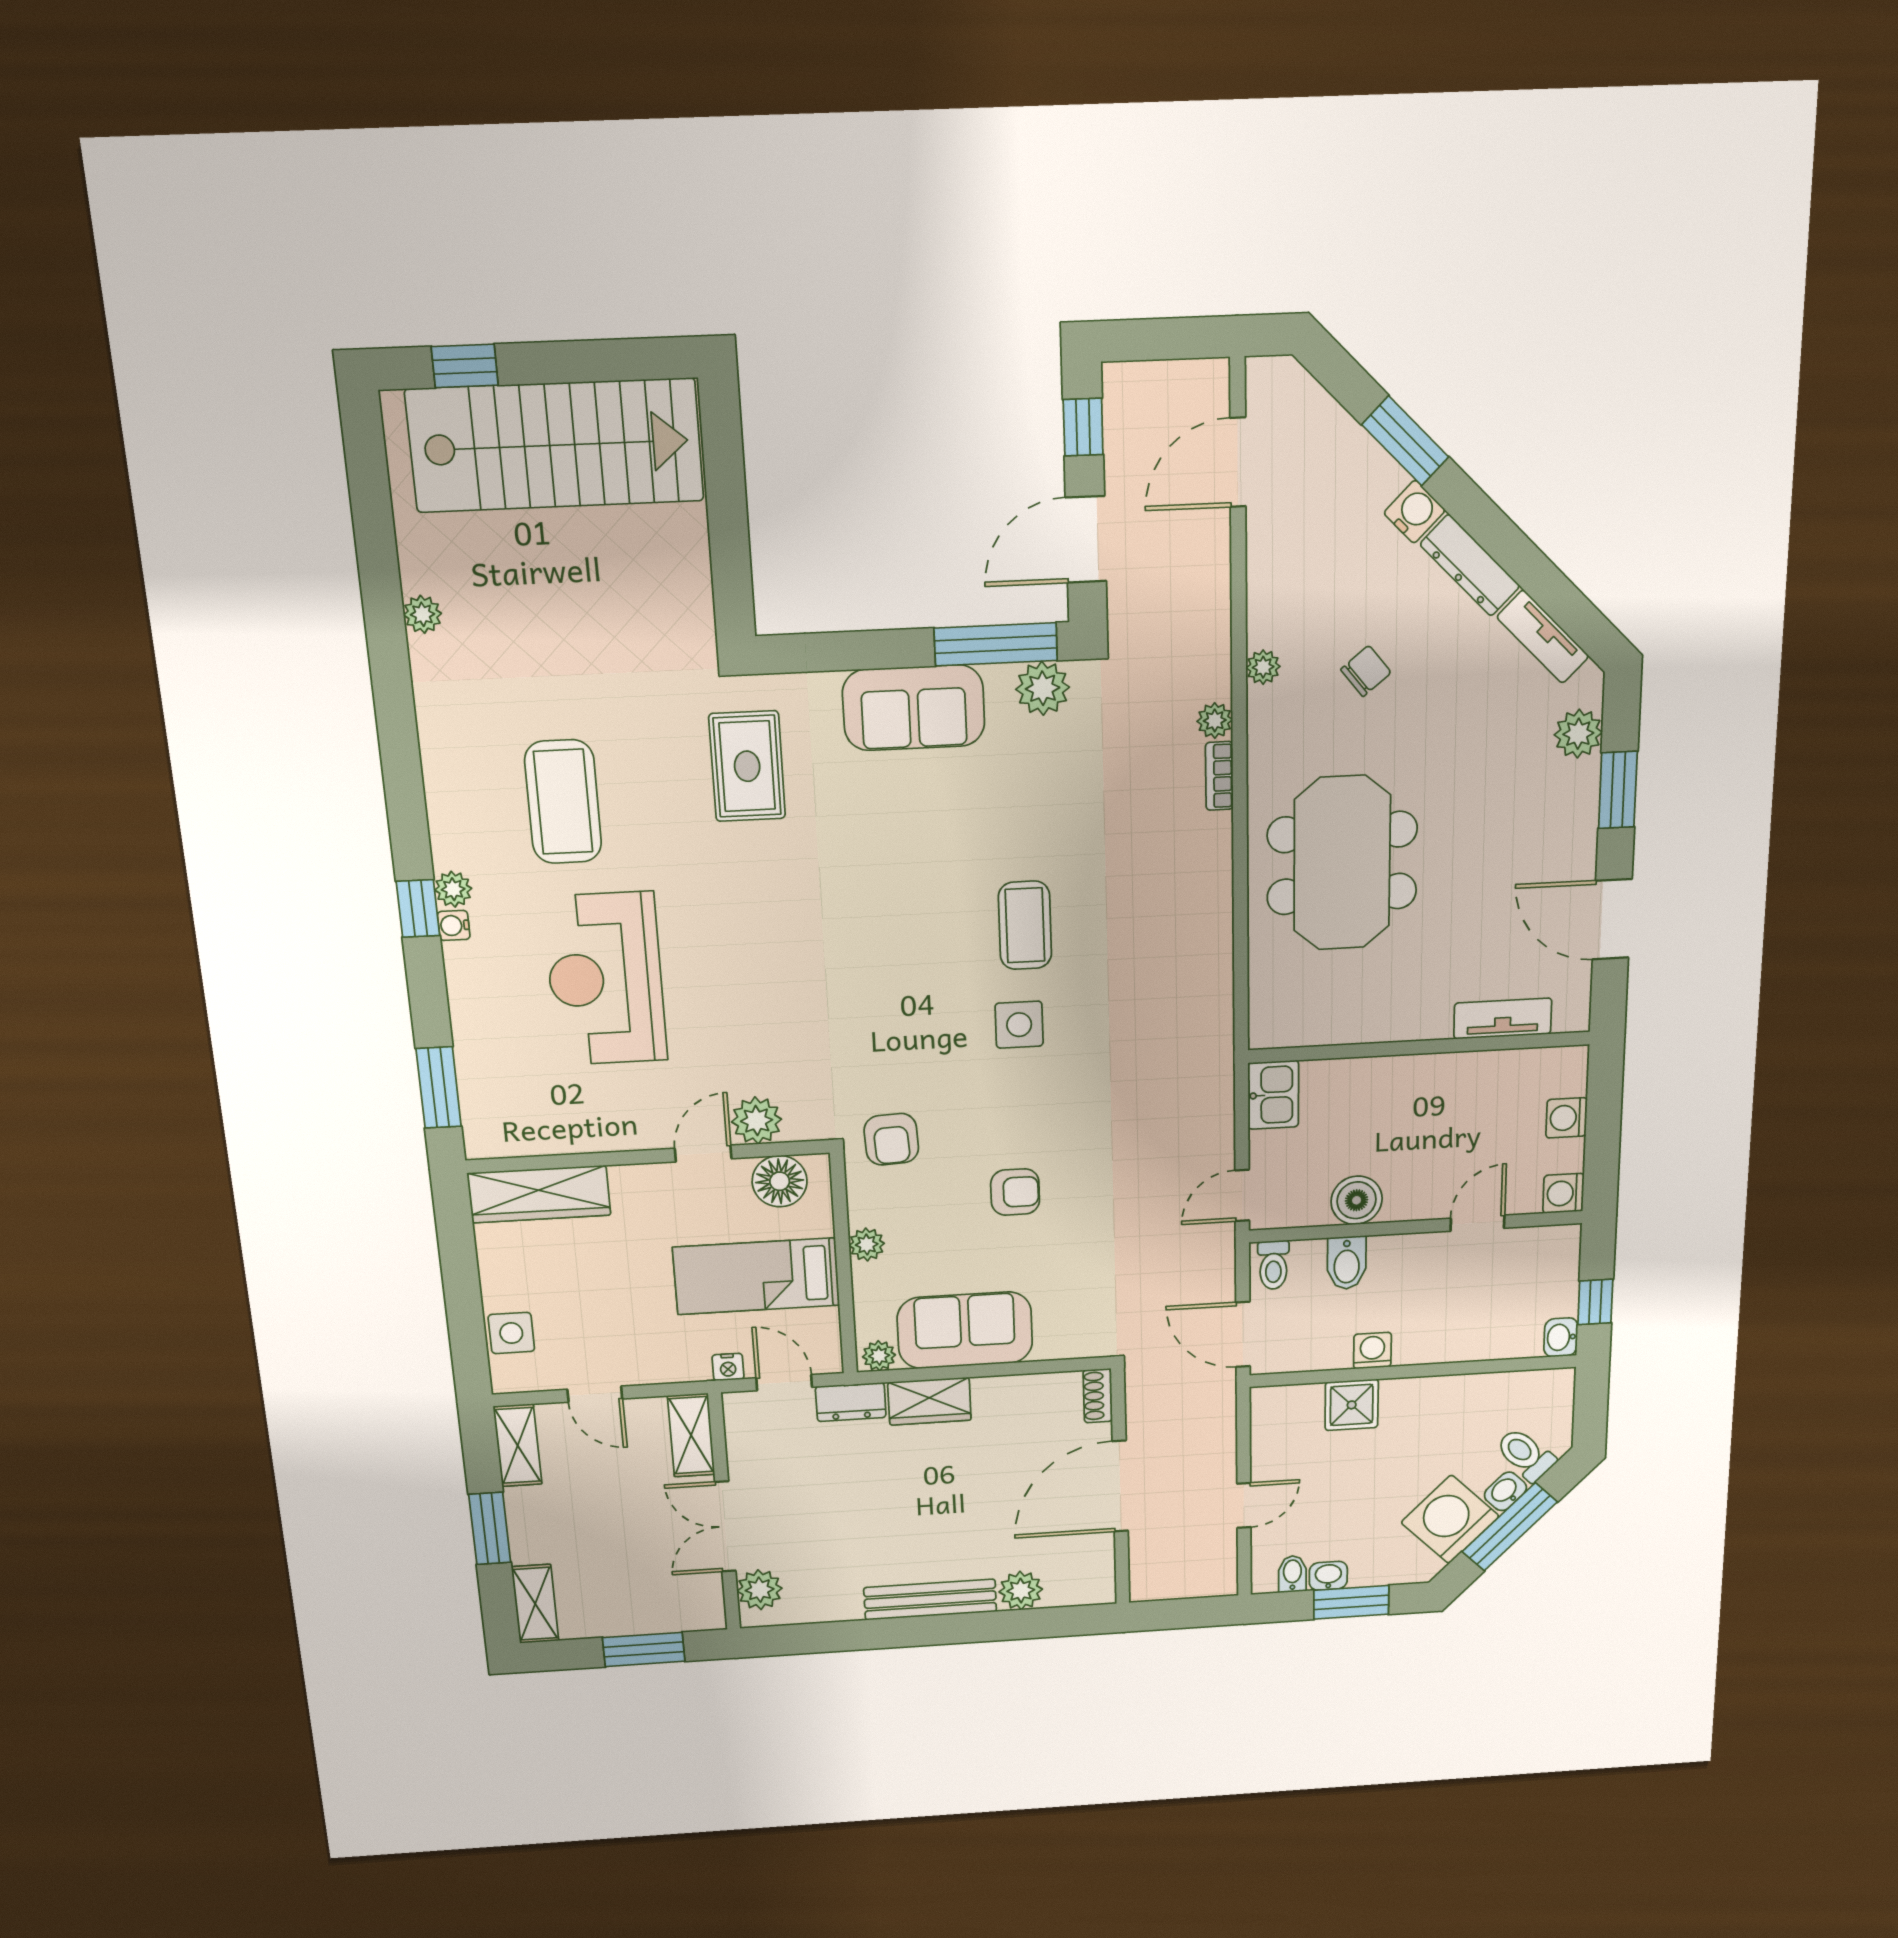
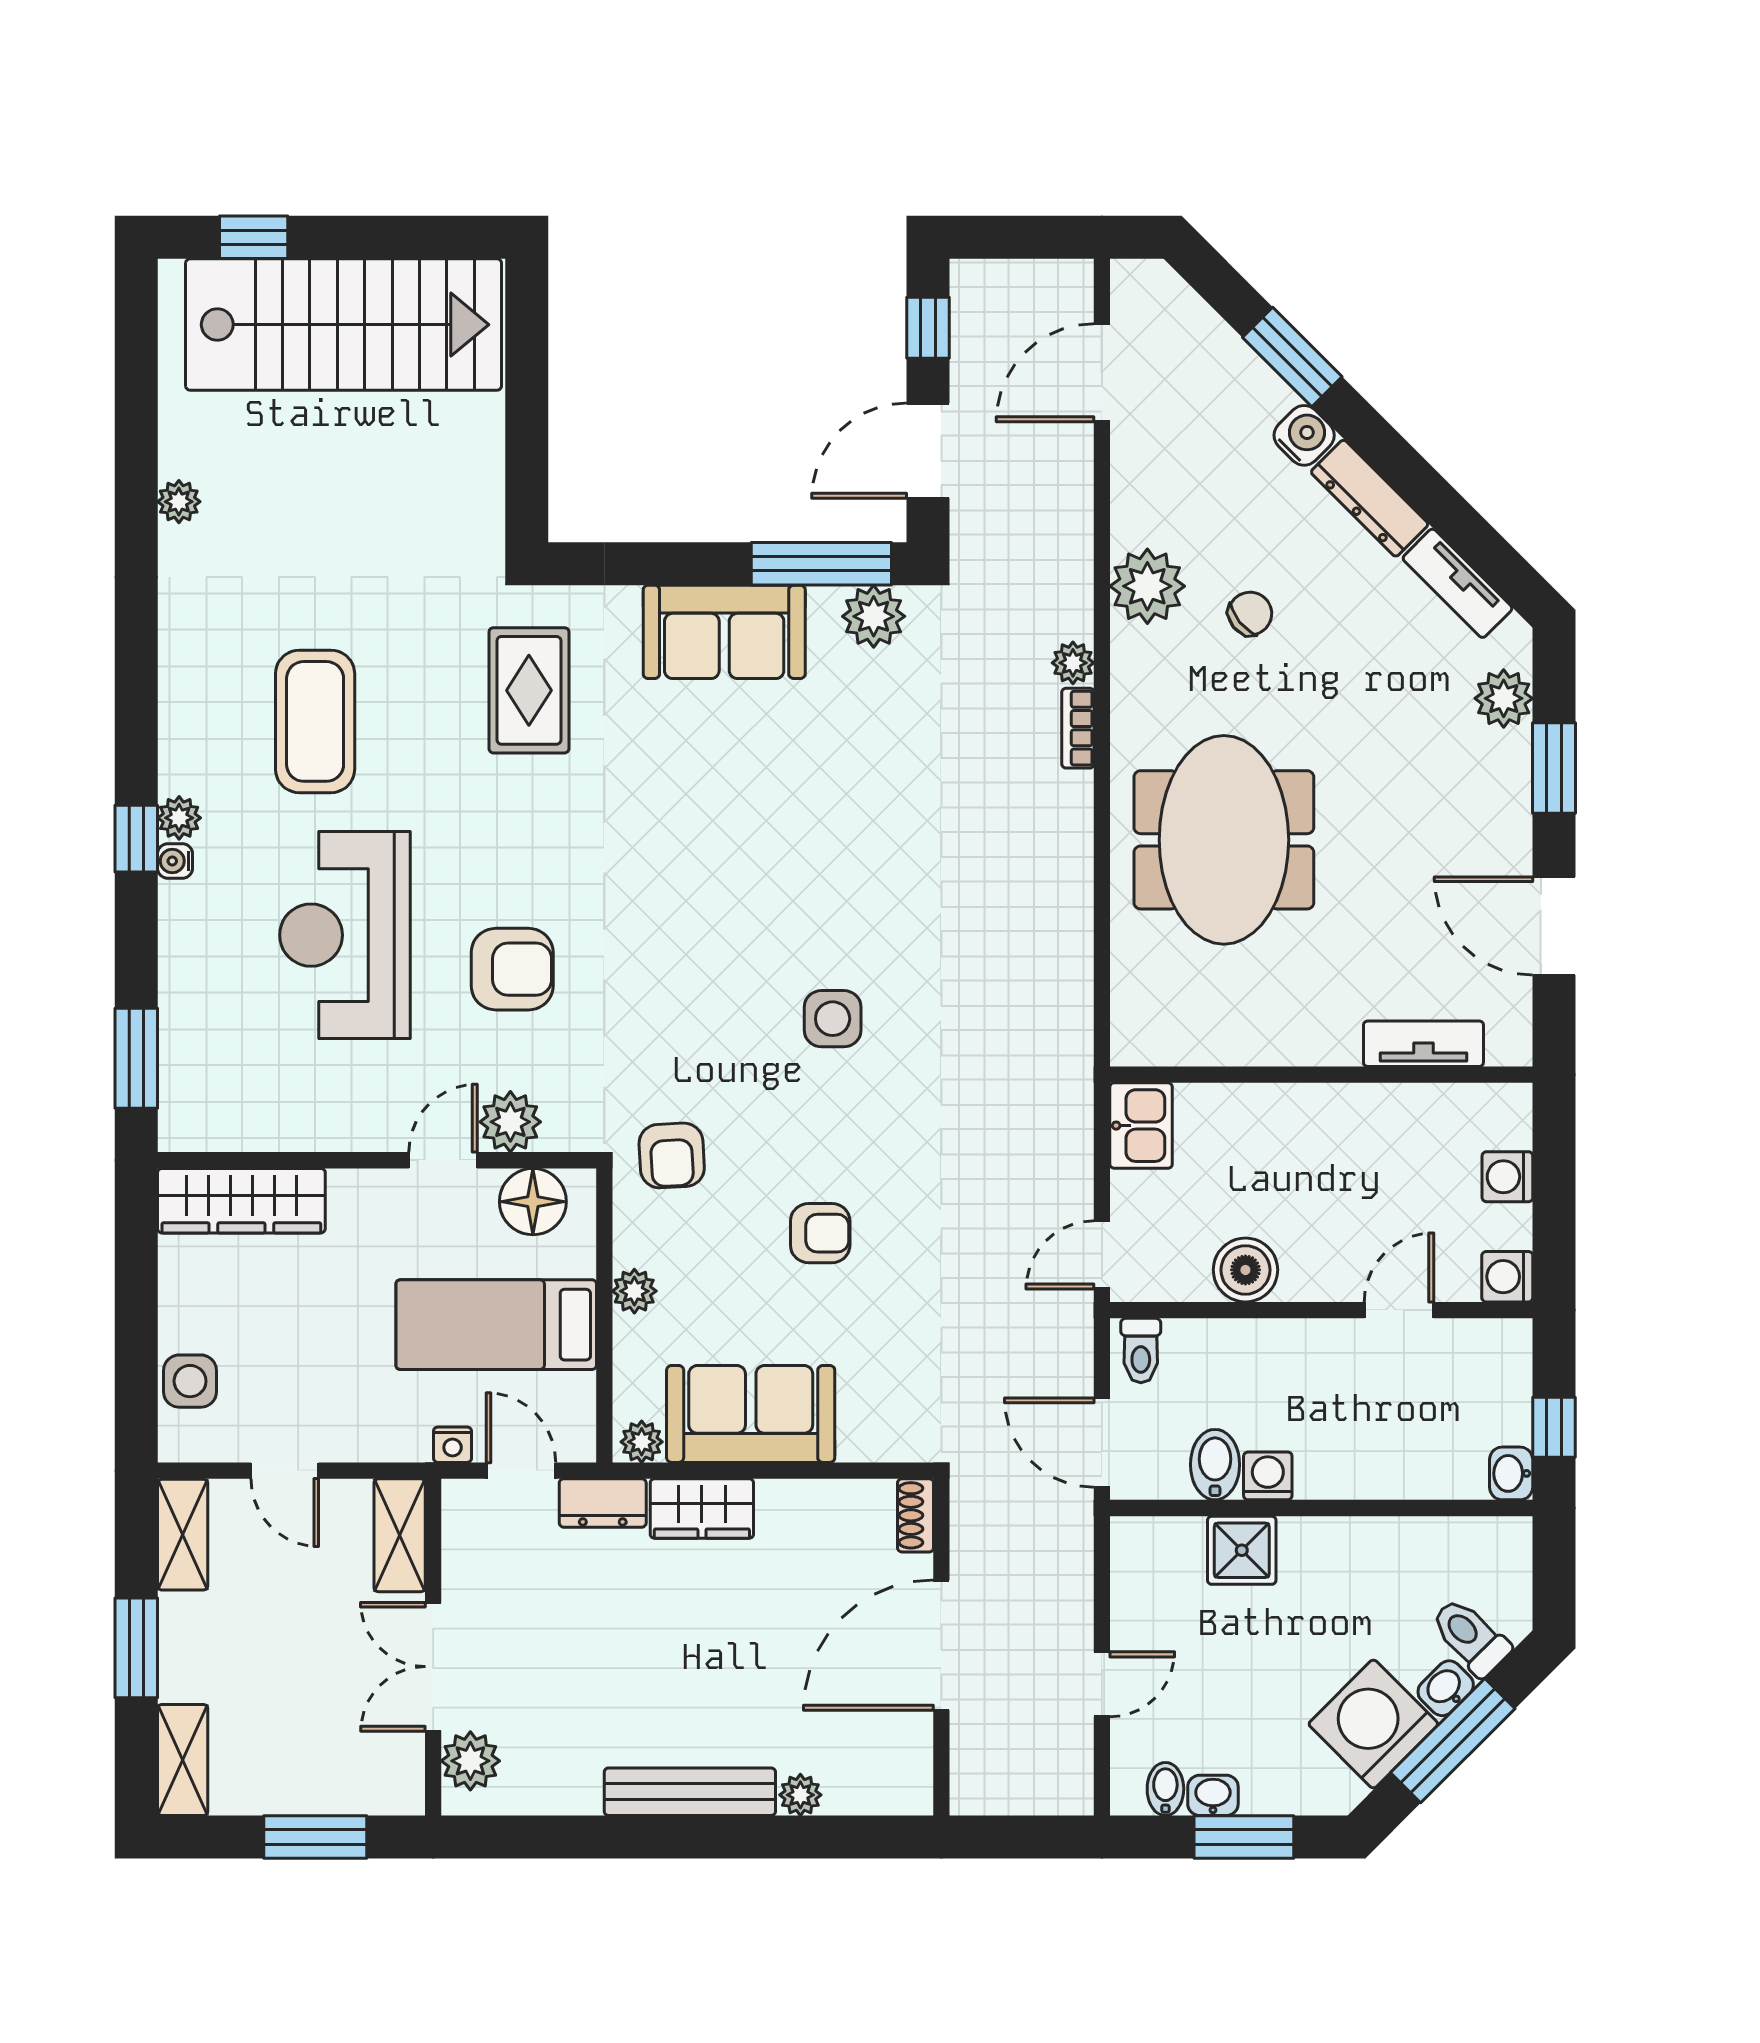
plant: (1263, 667) -> (1147, 586), width x1.87, depth x1.87
coffee table: (1025, 925) -> (844, 896), removed
armchair: (749, 999) -> (512, 969), added
bidet: (1347, 1263) -> (1215, 1465), moved, turned 180
plant: (1021, 1591) -> (800, 1795), width x0.73, depth x0.73

